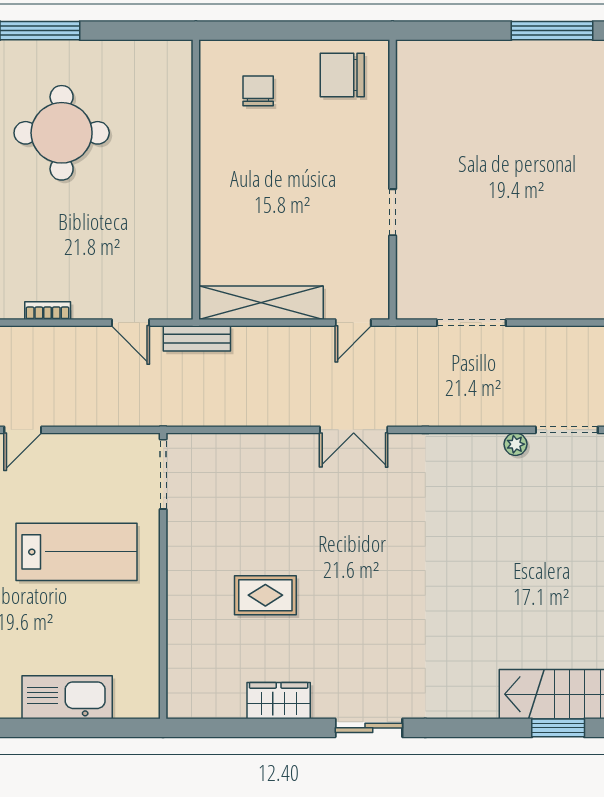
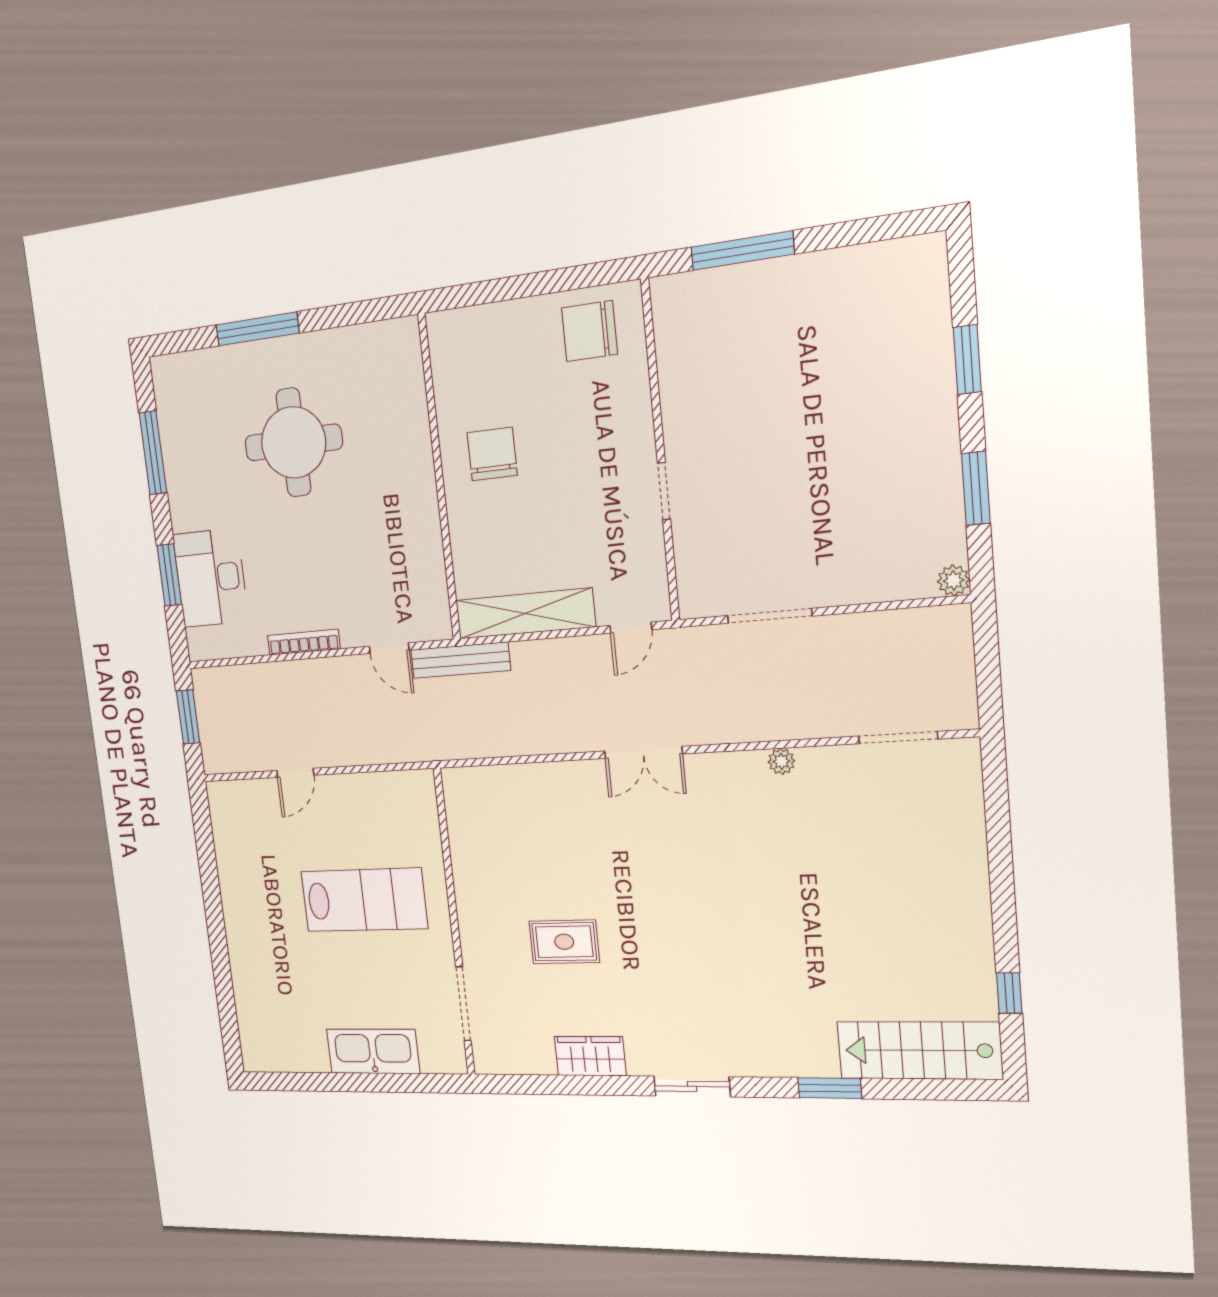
window: (552, 31) -> (742, 251), moved
chair: (258, 91) -> (492, 454), moved, width x1.37, depth x1.37
bookcase: (48, 311) -> (304, 642), width x1.56
bench: (197, 338) -> (460, 660), width x1.36
plant: (516, 444) -> (781, 761), moved
doorway: (163, 474) -> (463, 1004), moved
window: (558, 728) -> (830, 1088), moved

